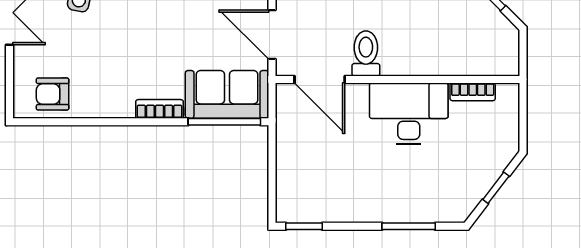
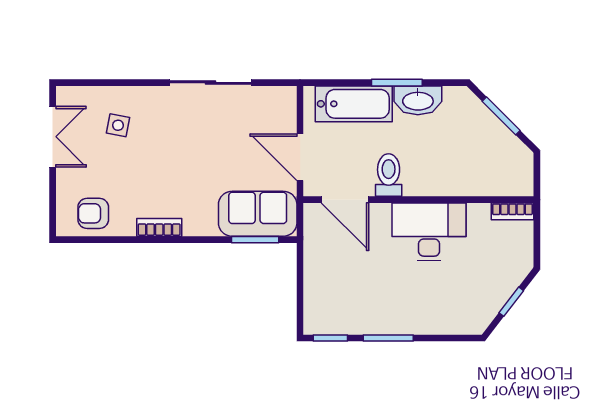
bookcase: (473, 92) -> (512, 211), moved
bookcase: (160, 109) -> (159, 227), moved
window: (224, 122) -> (255, 240), width x0.69
window: (409, 226) -> (388, 338), moved

